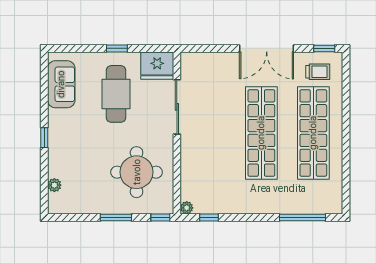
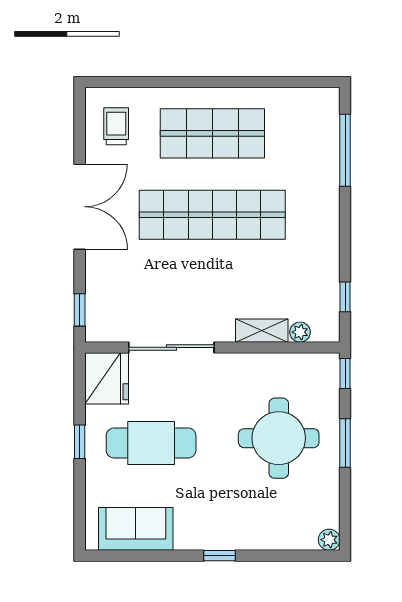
window: (324, 48) -> (80, 310), moved
shop shelf: (313, 133) -> (212, 133), width x0.71
shelving: (188, 164) -> (262, 331), added
round table: (137, 172) -> (279, 438), moved
plant: (54, 185) -> (329, 540), moved
plant: (187, 208) -> (300, 332), moved

